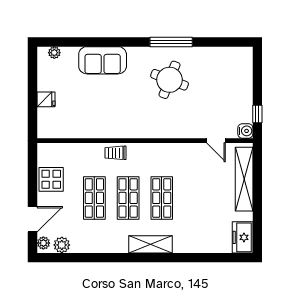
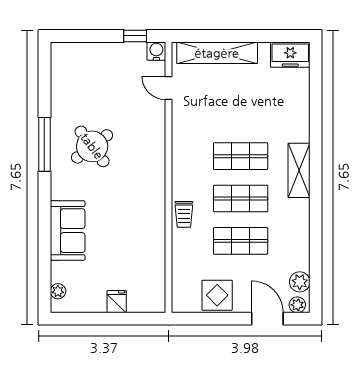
round table: (170, 80) -> (92, 146), turned 32
door: (216, 141) -> (169, 88), swing flipped

